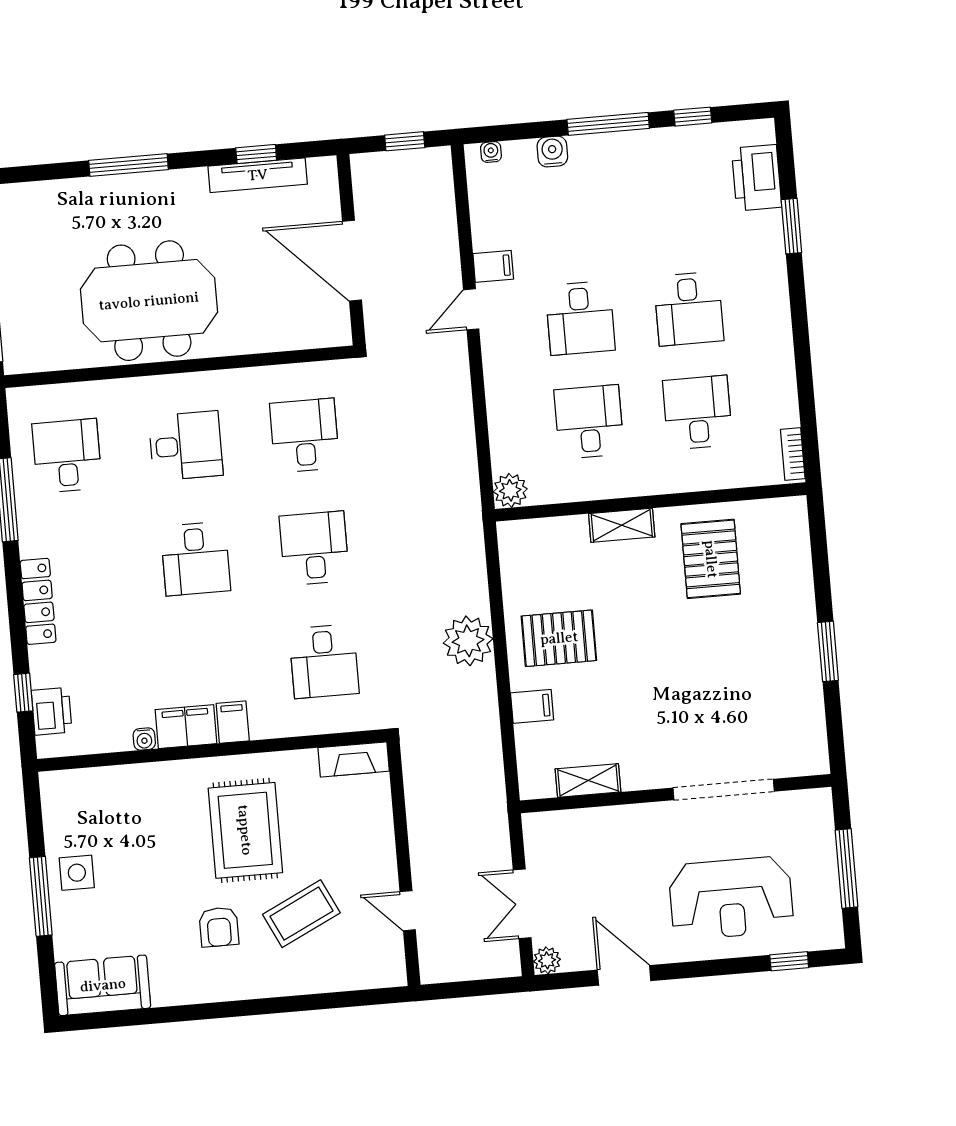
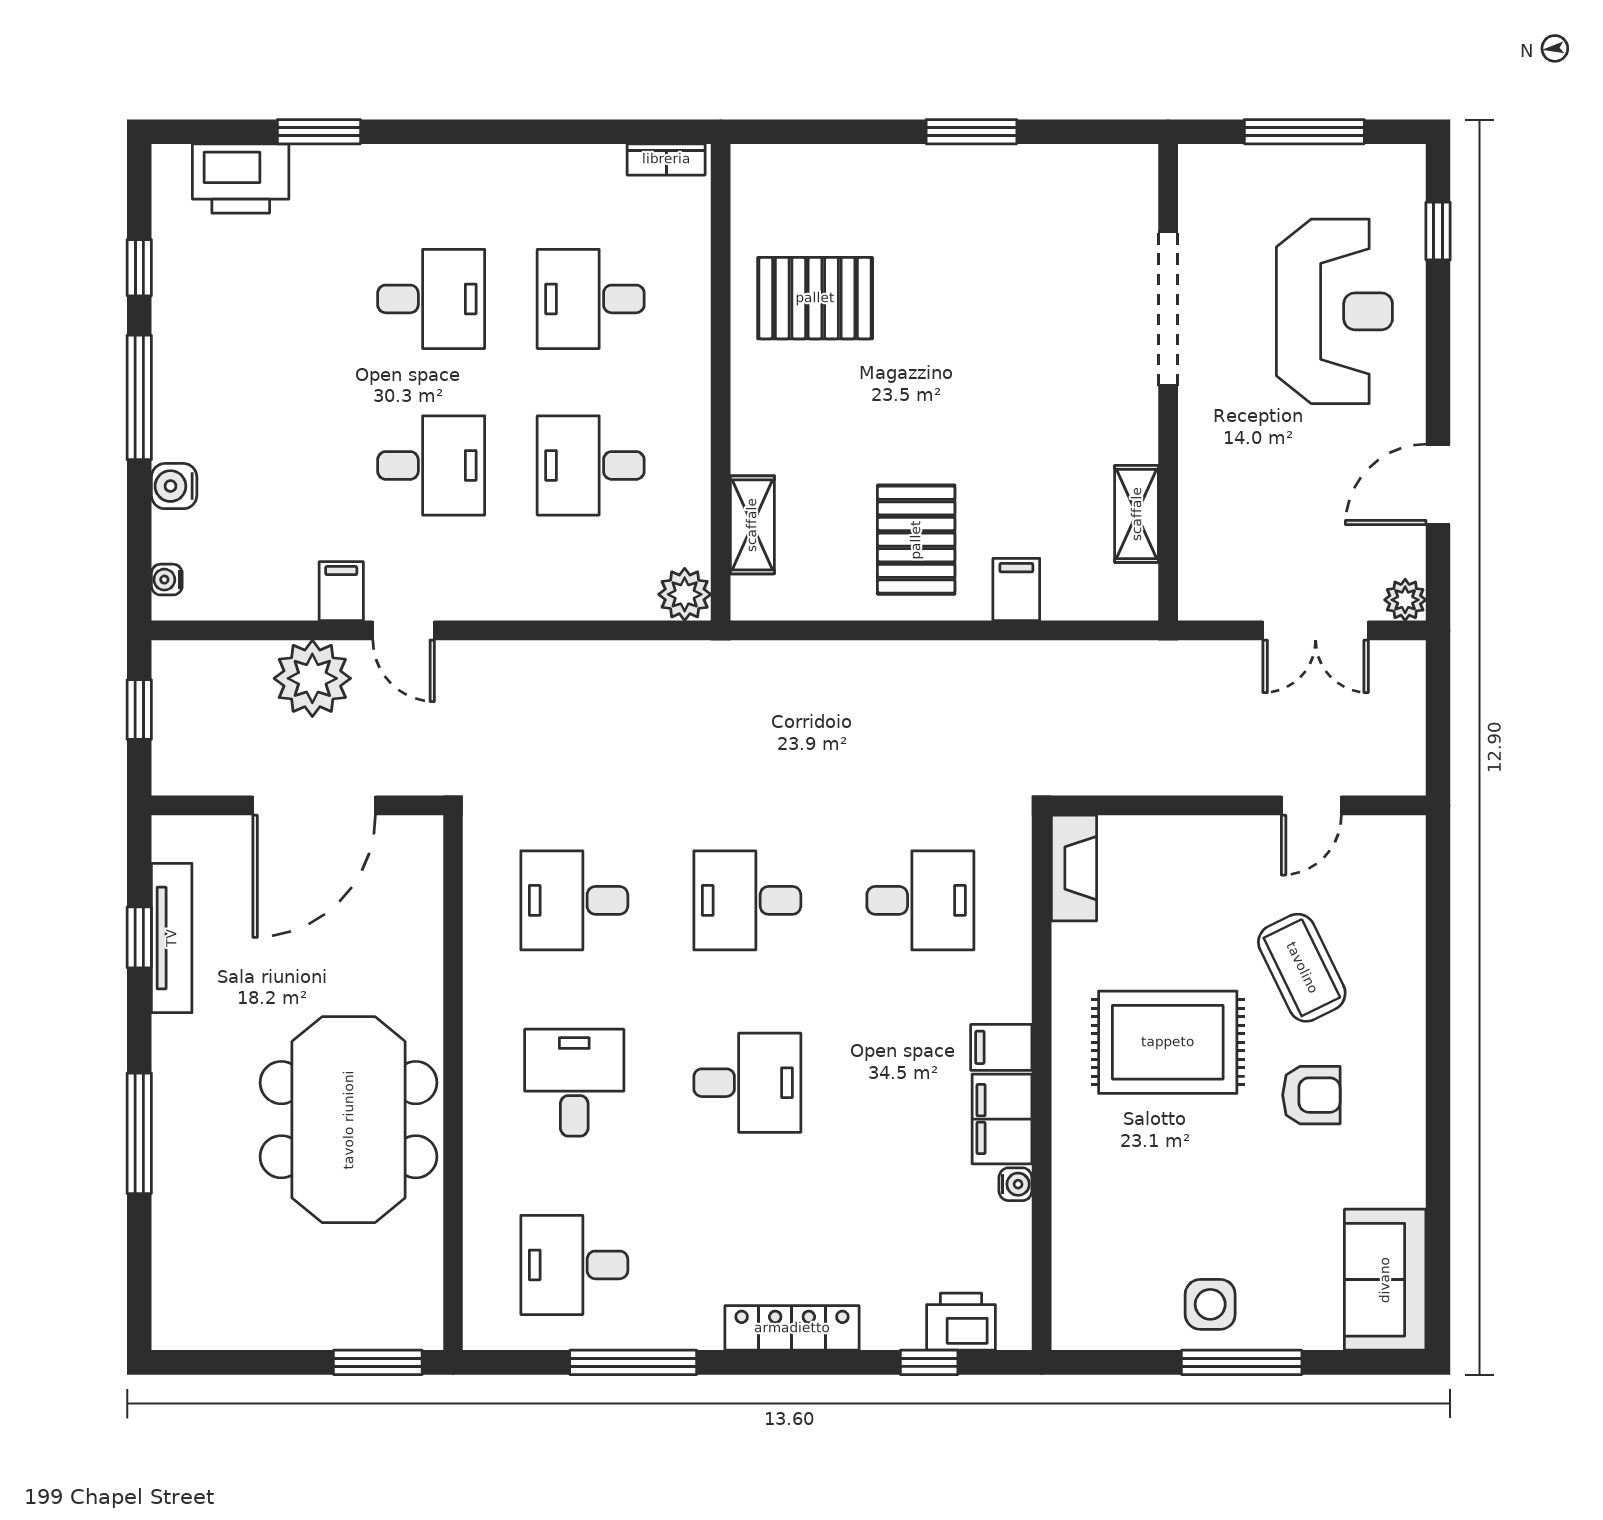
shelving: (622, 525) -> (752, 525), moved
plant: (468, 641) -> (312, 678), moved

